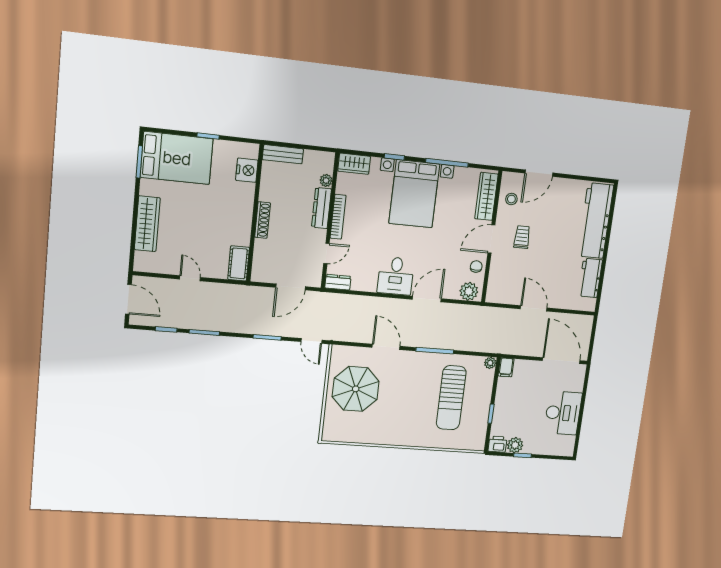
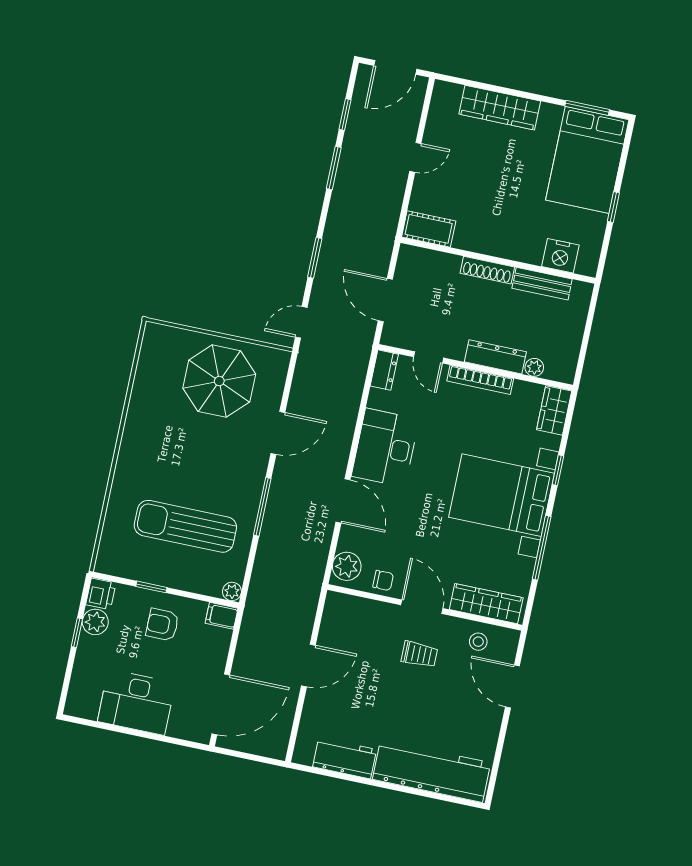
bench: (283, 154) -> (542, 284), moved, turned 90
desk: (396, 276) -> (385, 448), width x1.37
armchair: (514, 404) -> (162, 625), added

